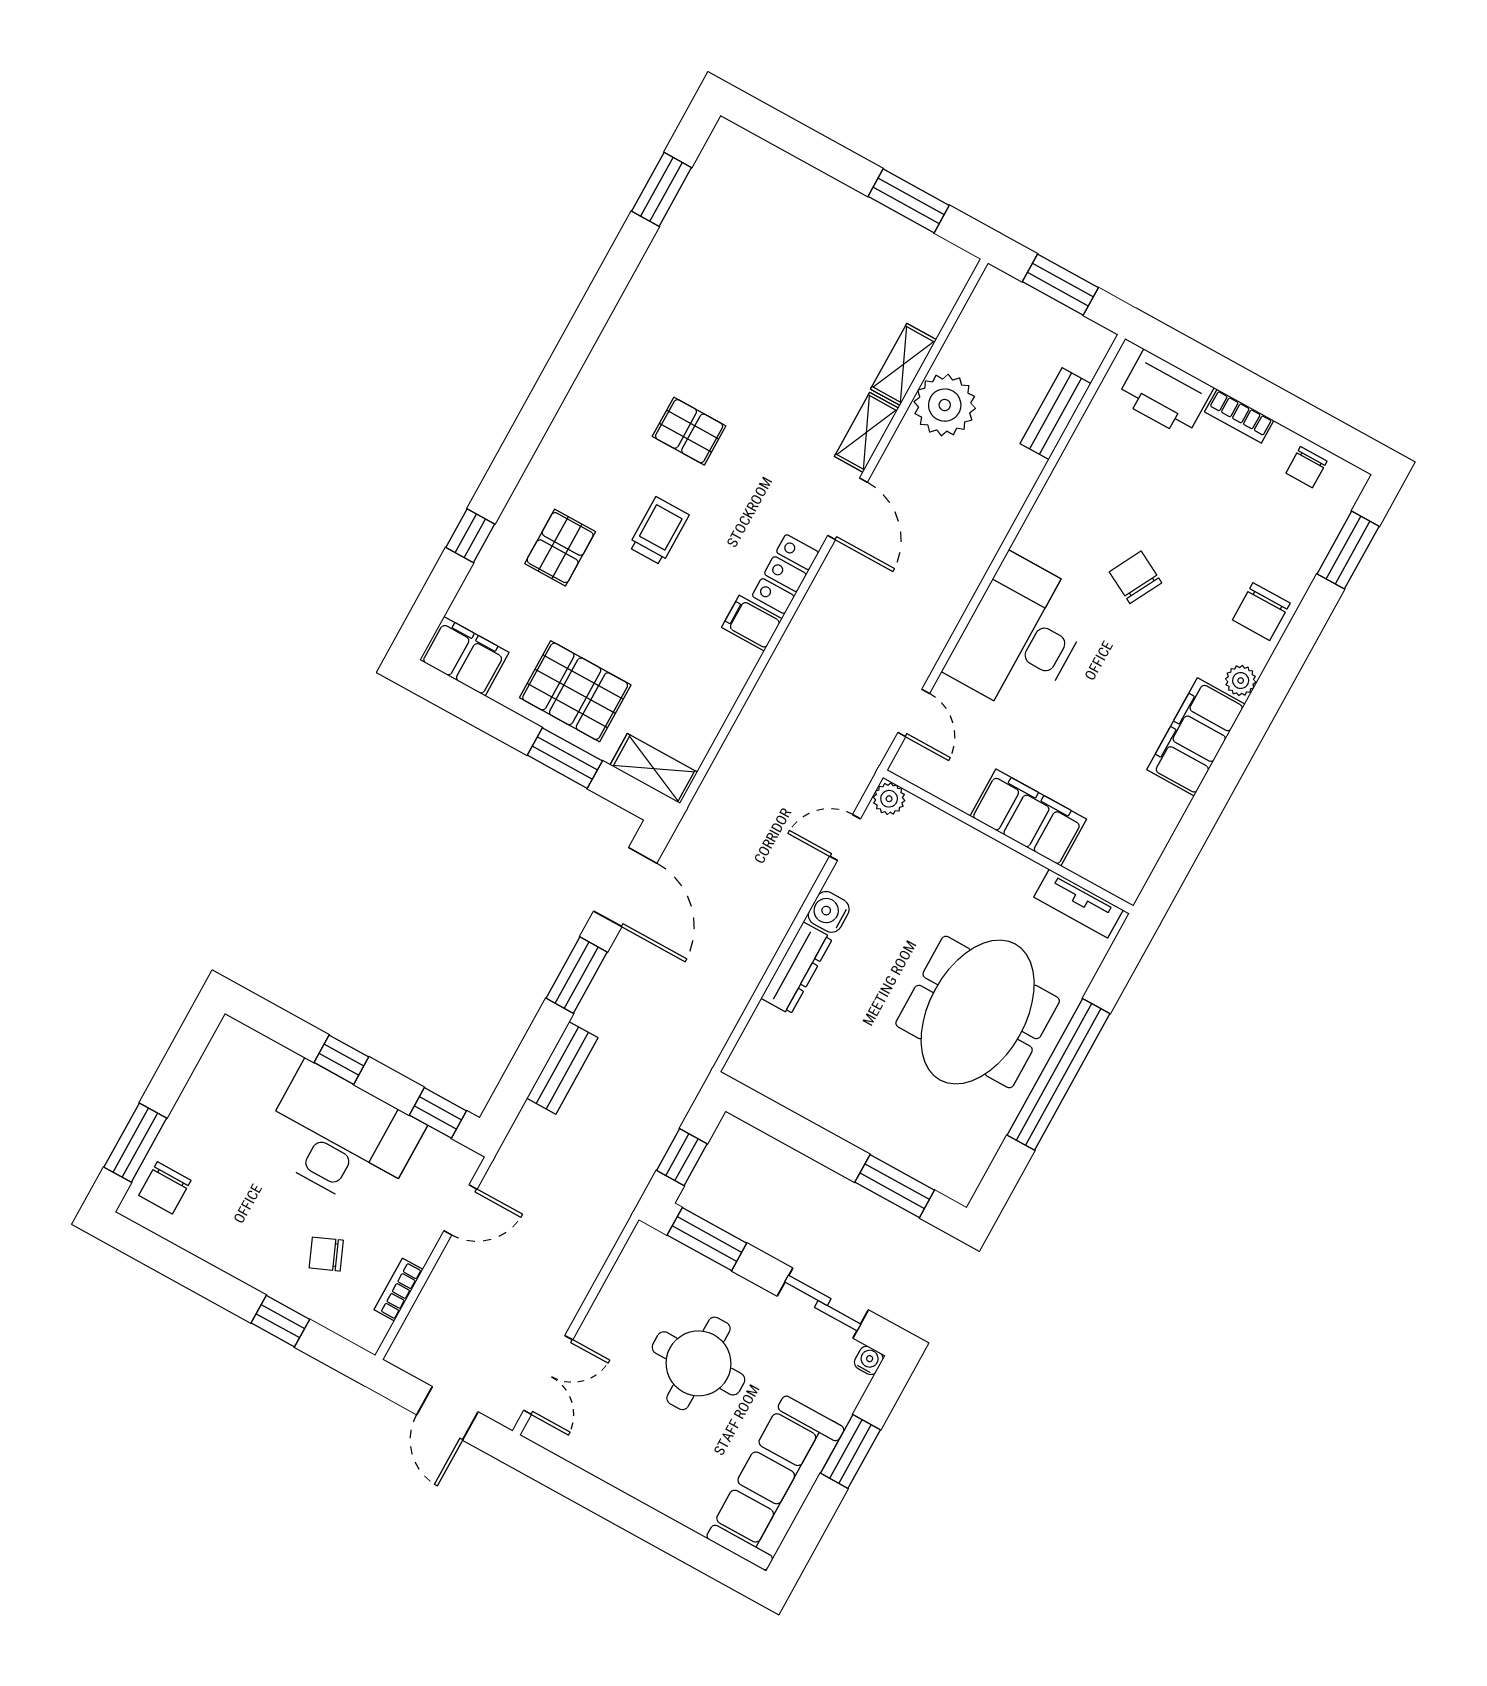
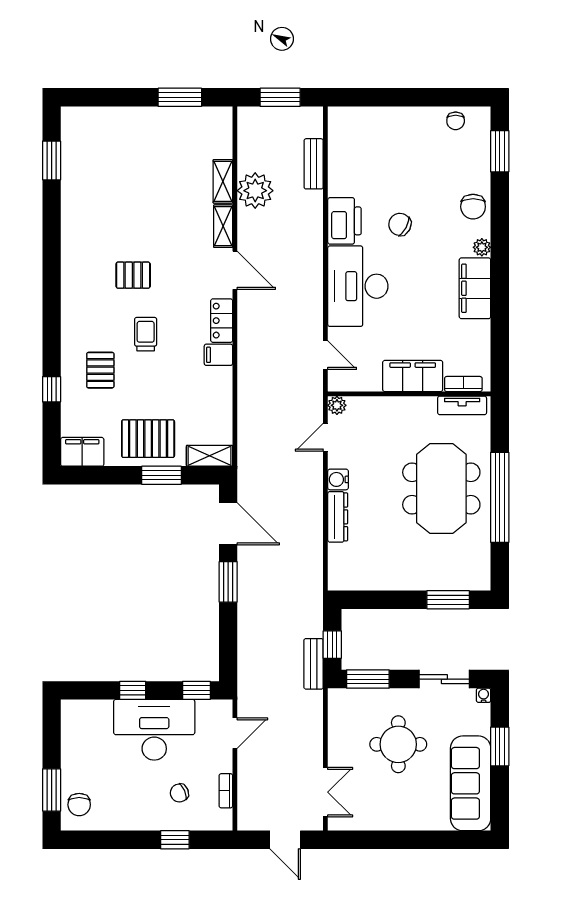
printer: (1165, 393) -> (344, 221), moved, turned -90
bookcase: (1239, 416) -> (463, 384), moved, turned 180
bench: (562, 1068) -> (314, 664), moved

